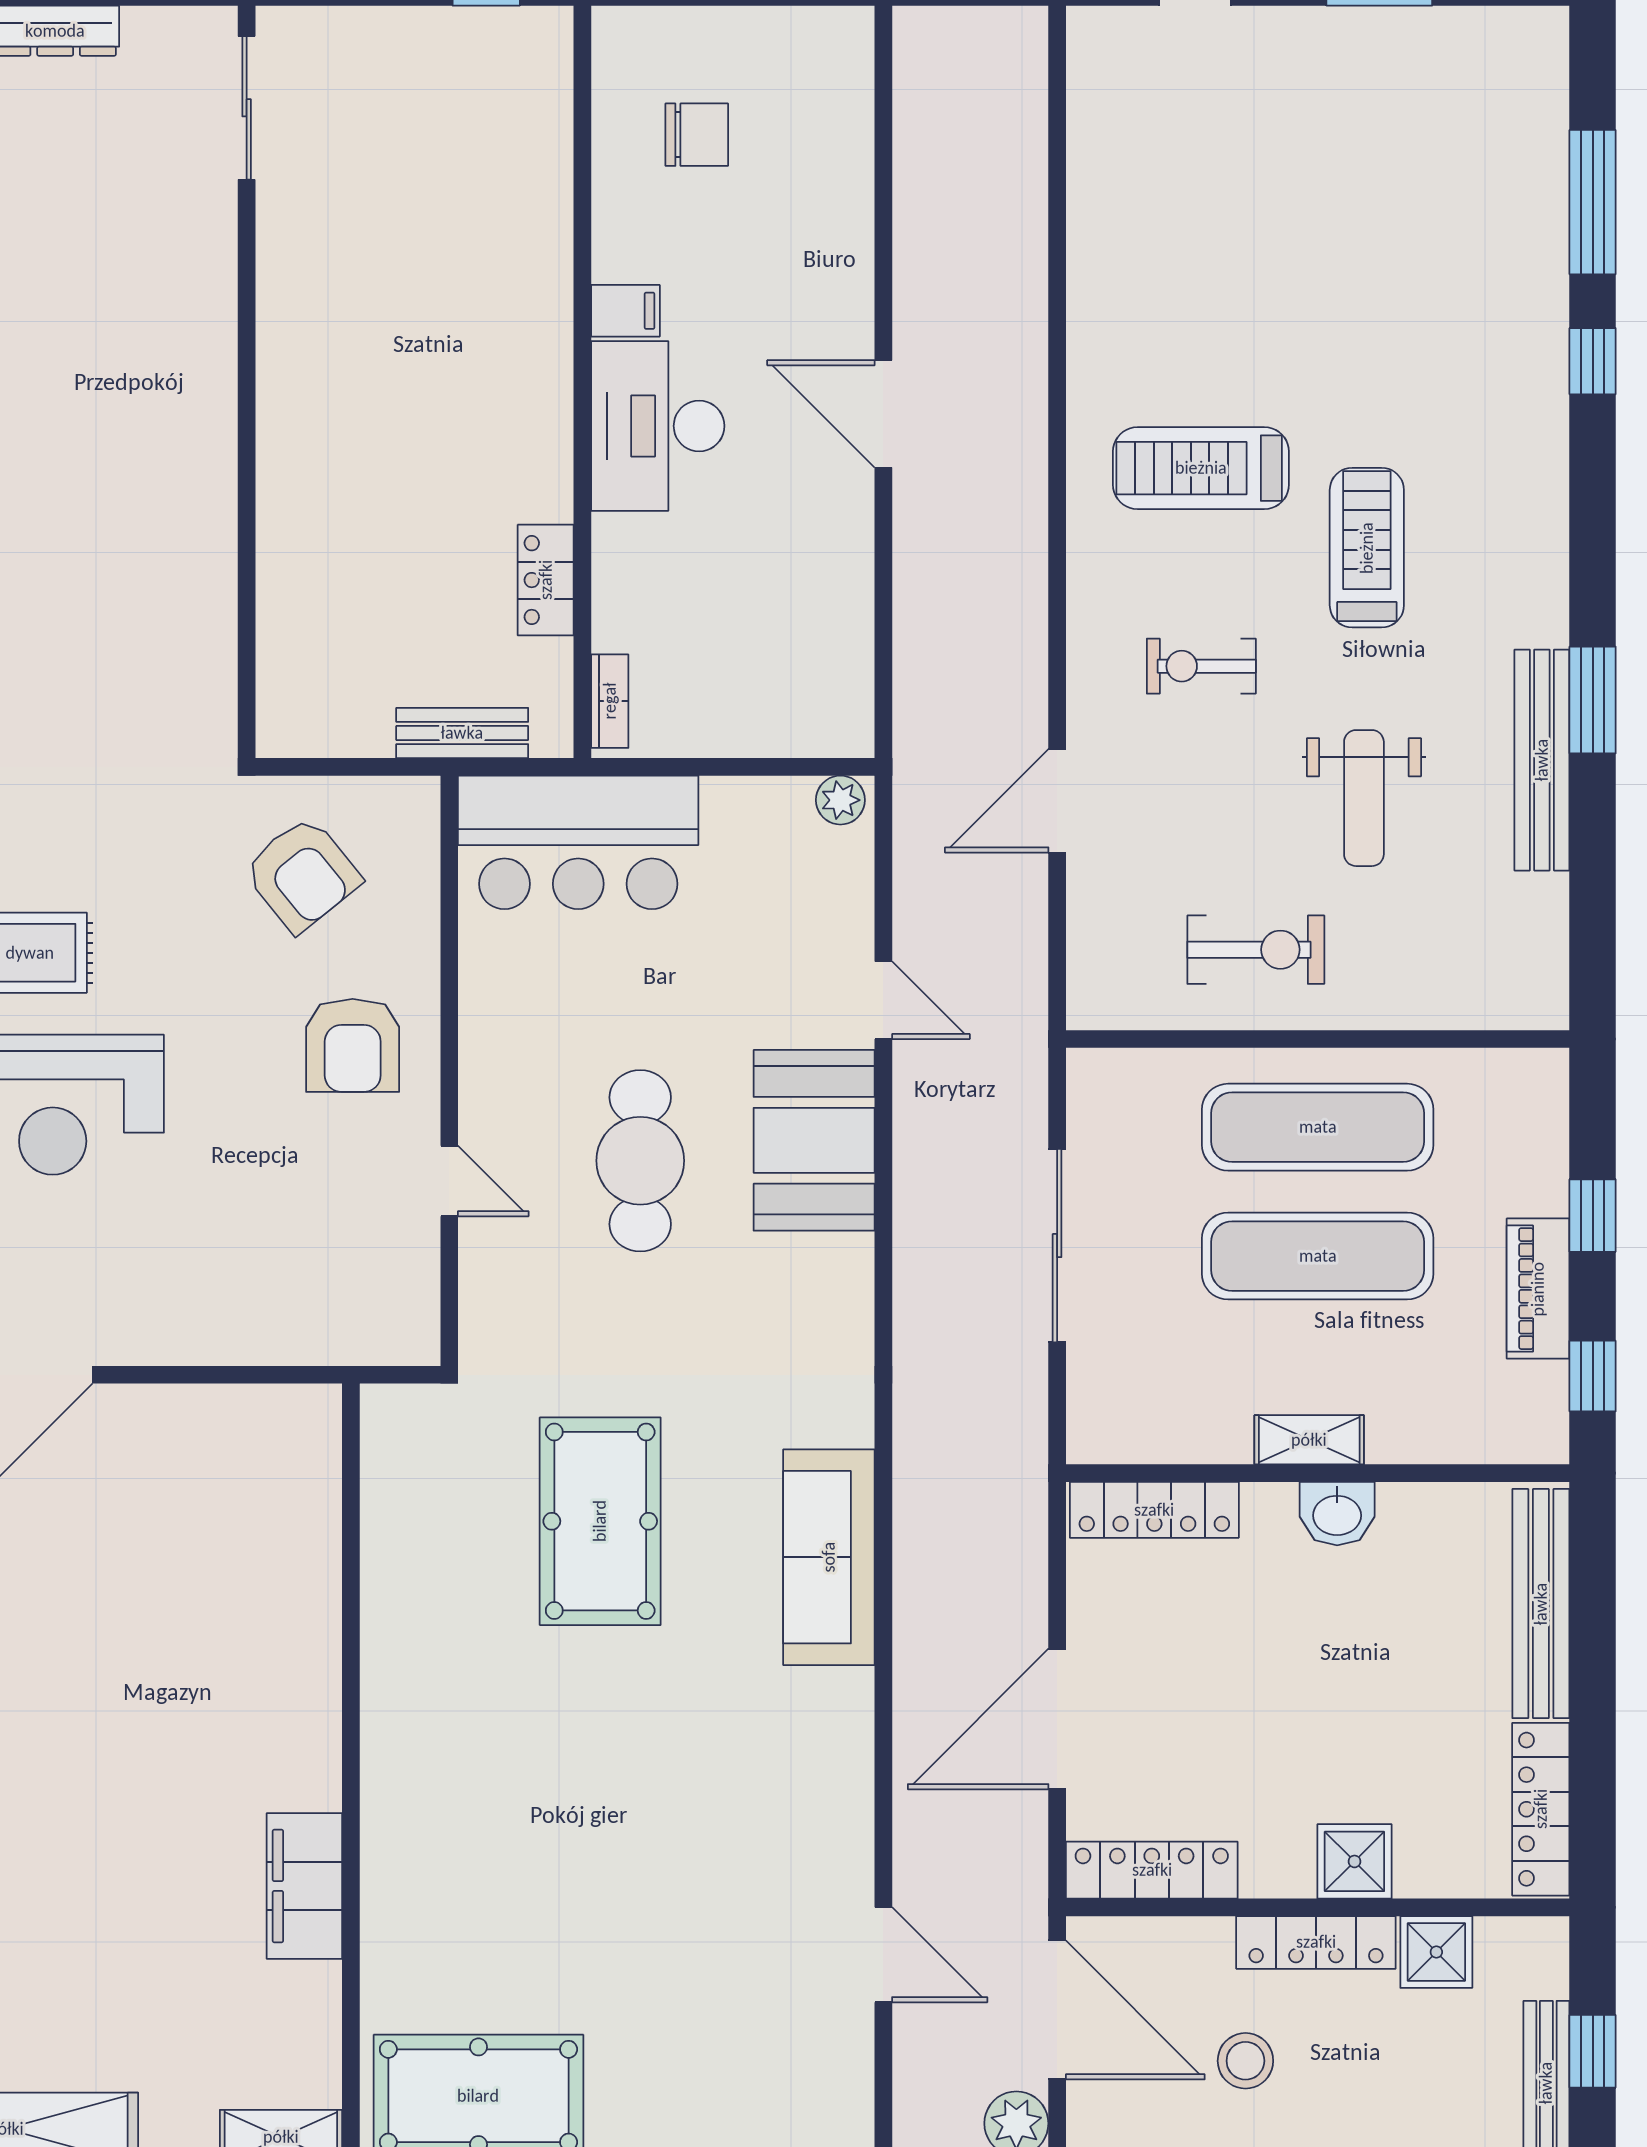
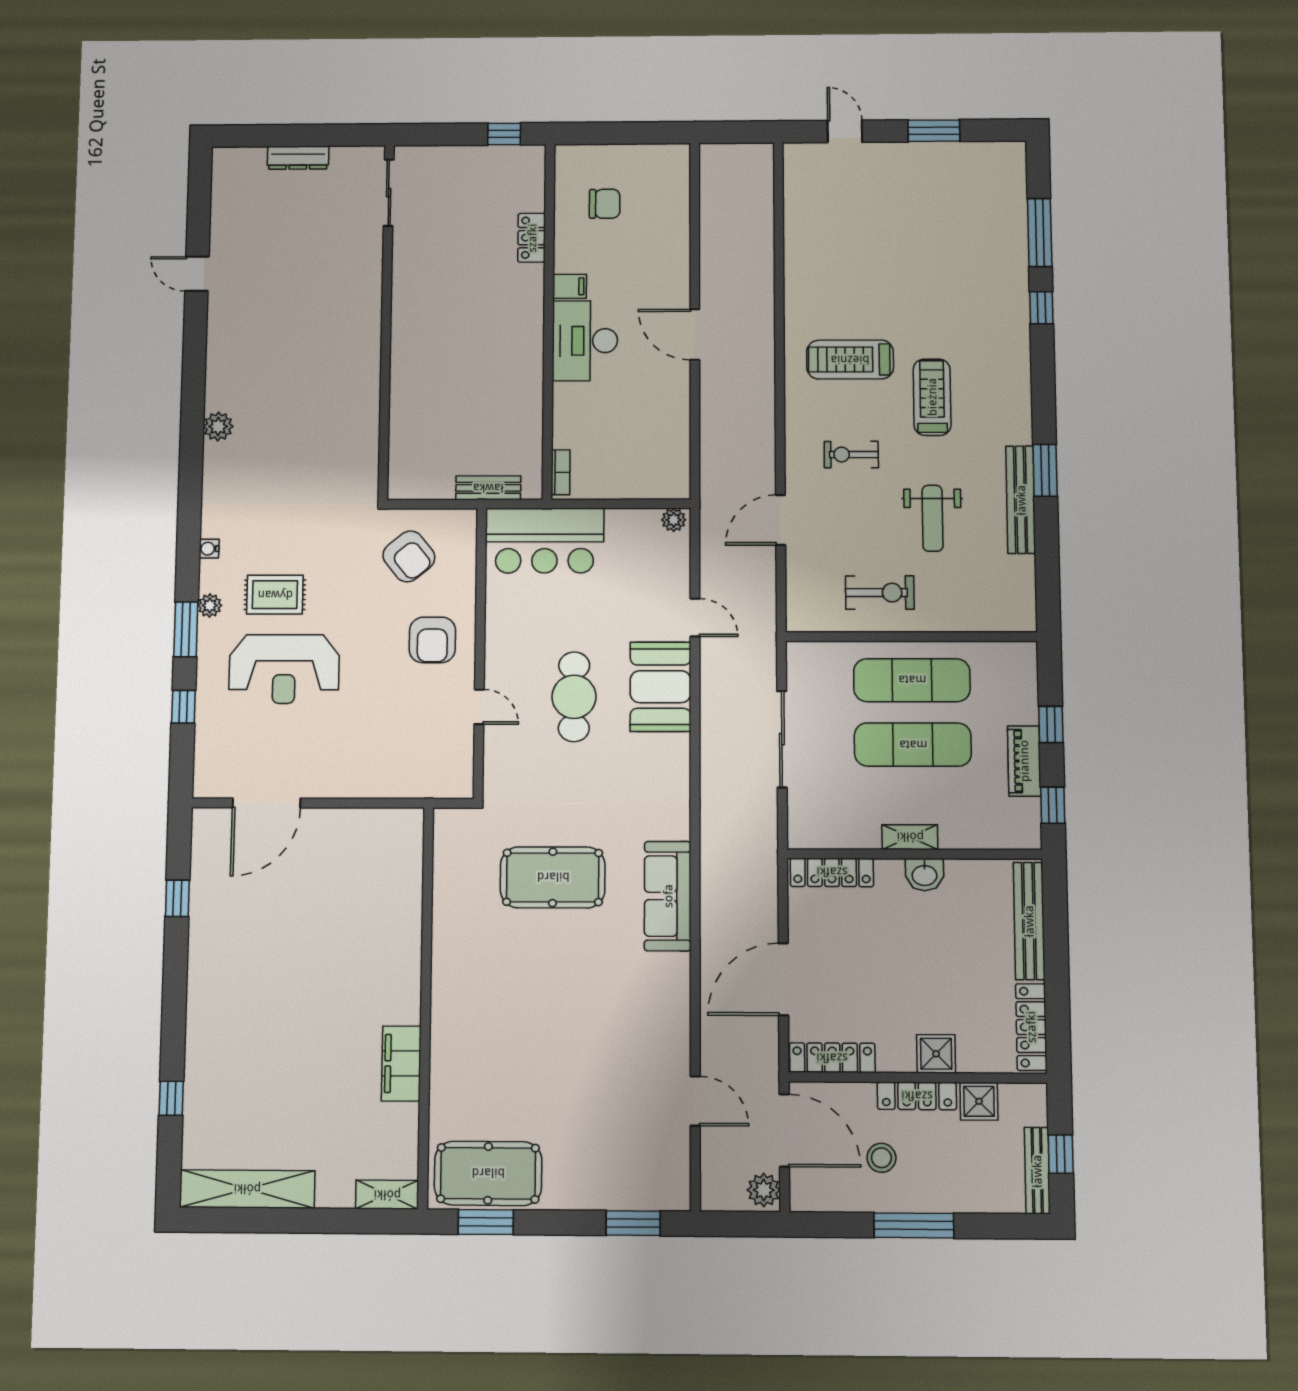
locker: (546, 580) -> (532, 238), moved
pool table: (600, 1521) -> (553, 877), turned 90

